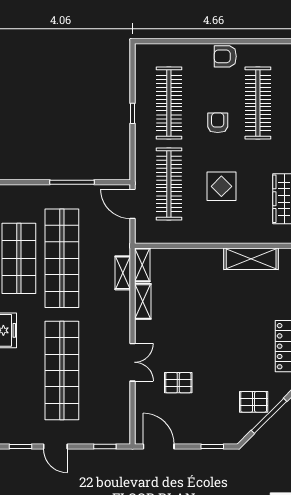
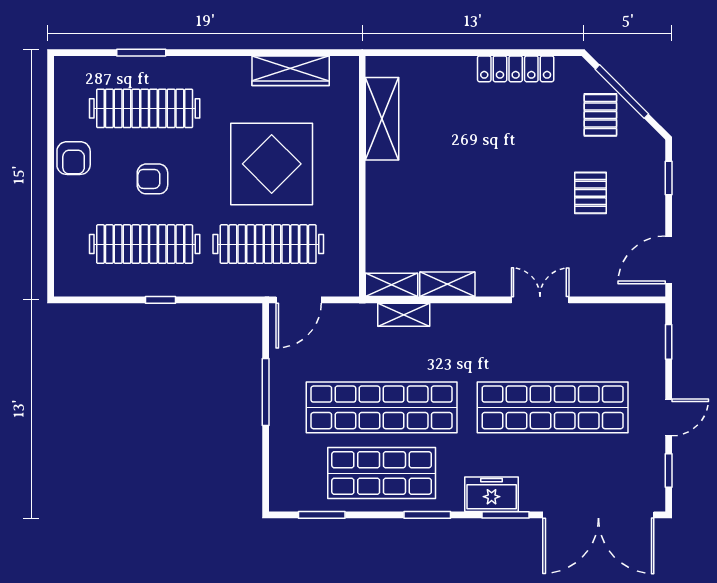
armchair: (218, 123) -> (152, 179), moved
display table: (221, 186) -> (272, 164), width x1.86, depth x1.86
pallet: (178, 383) -> (590, 193), moved

